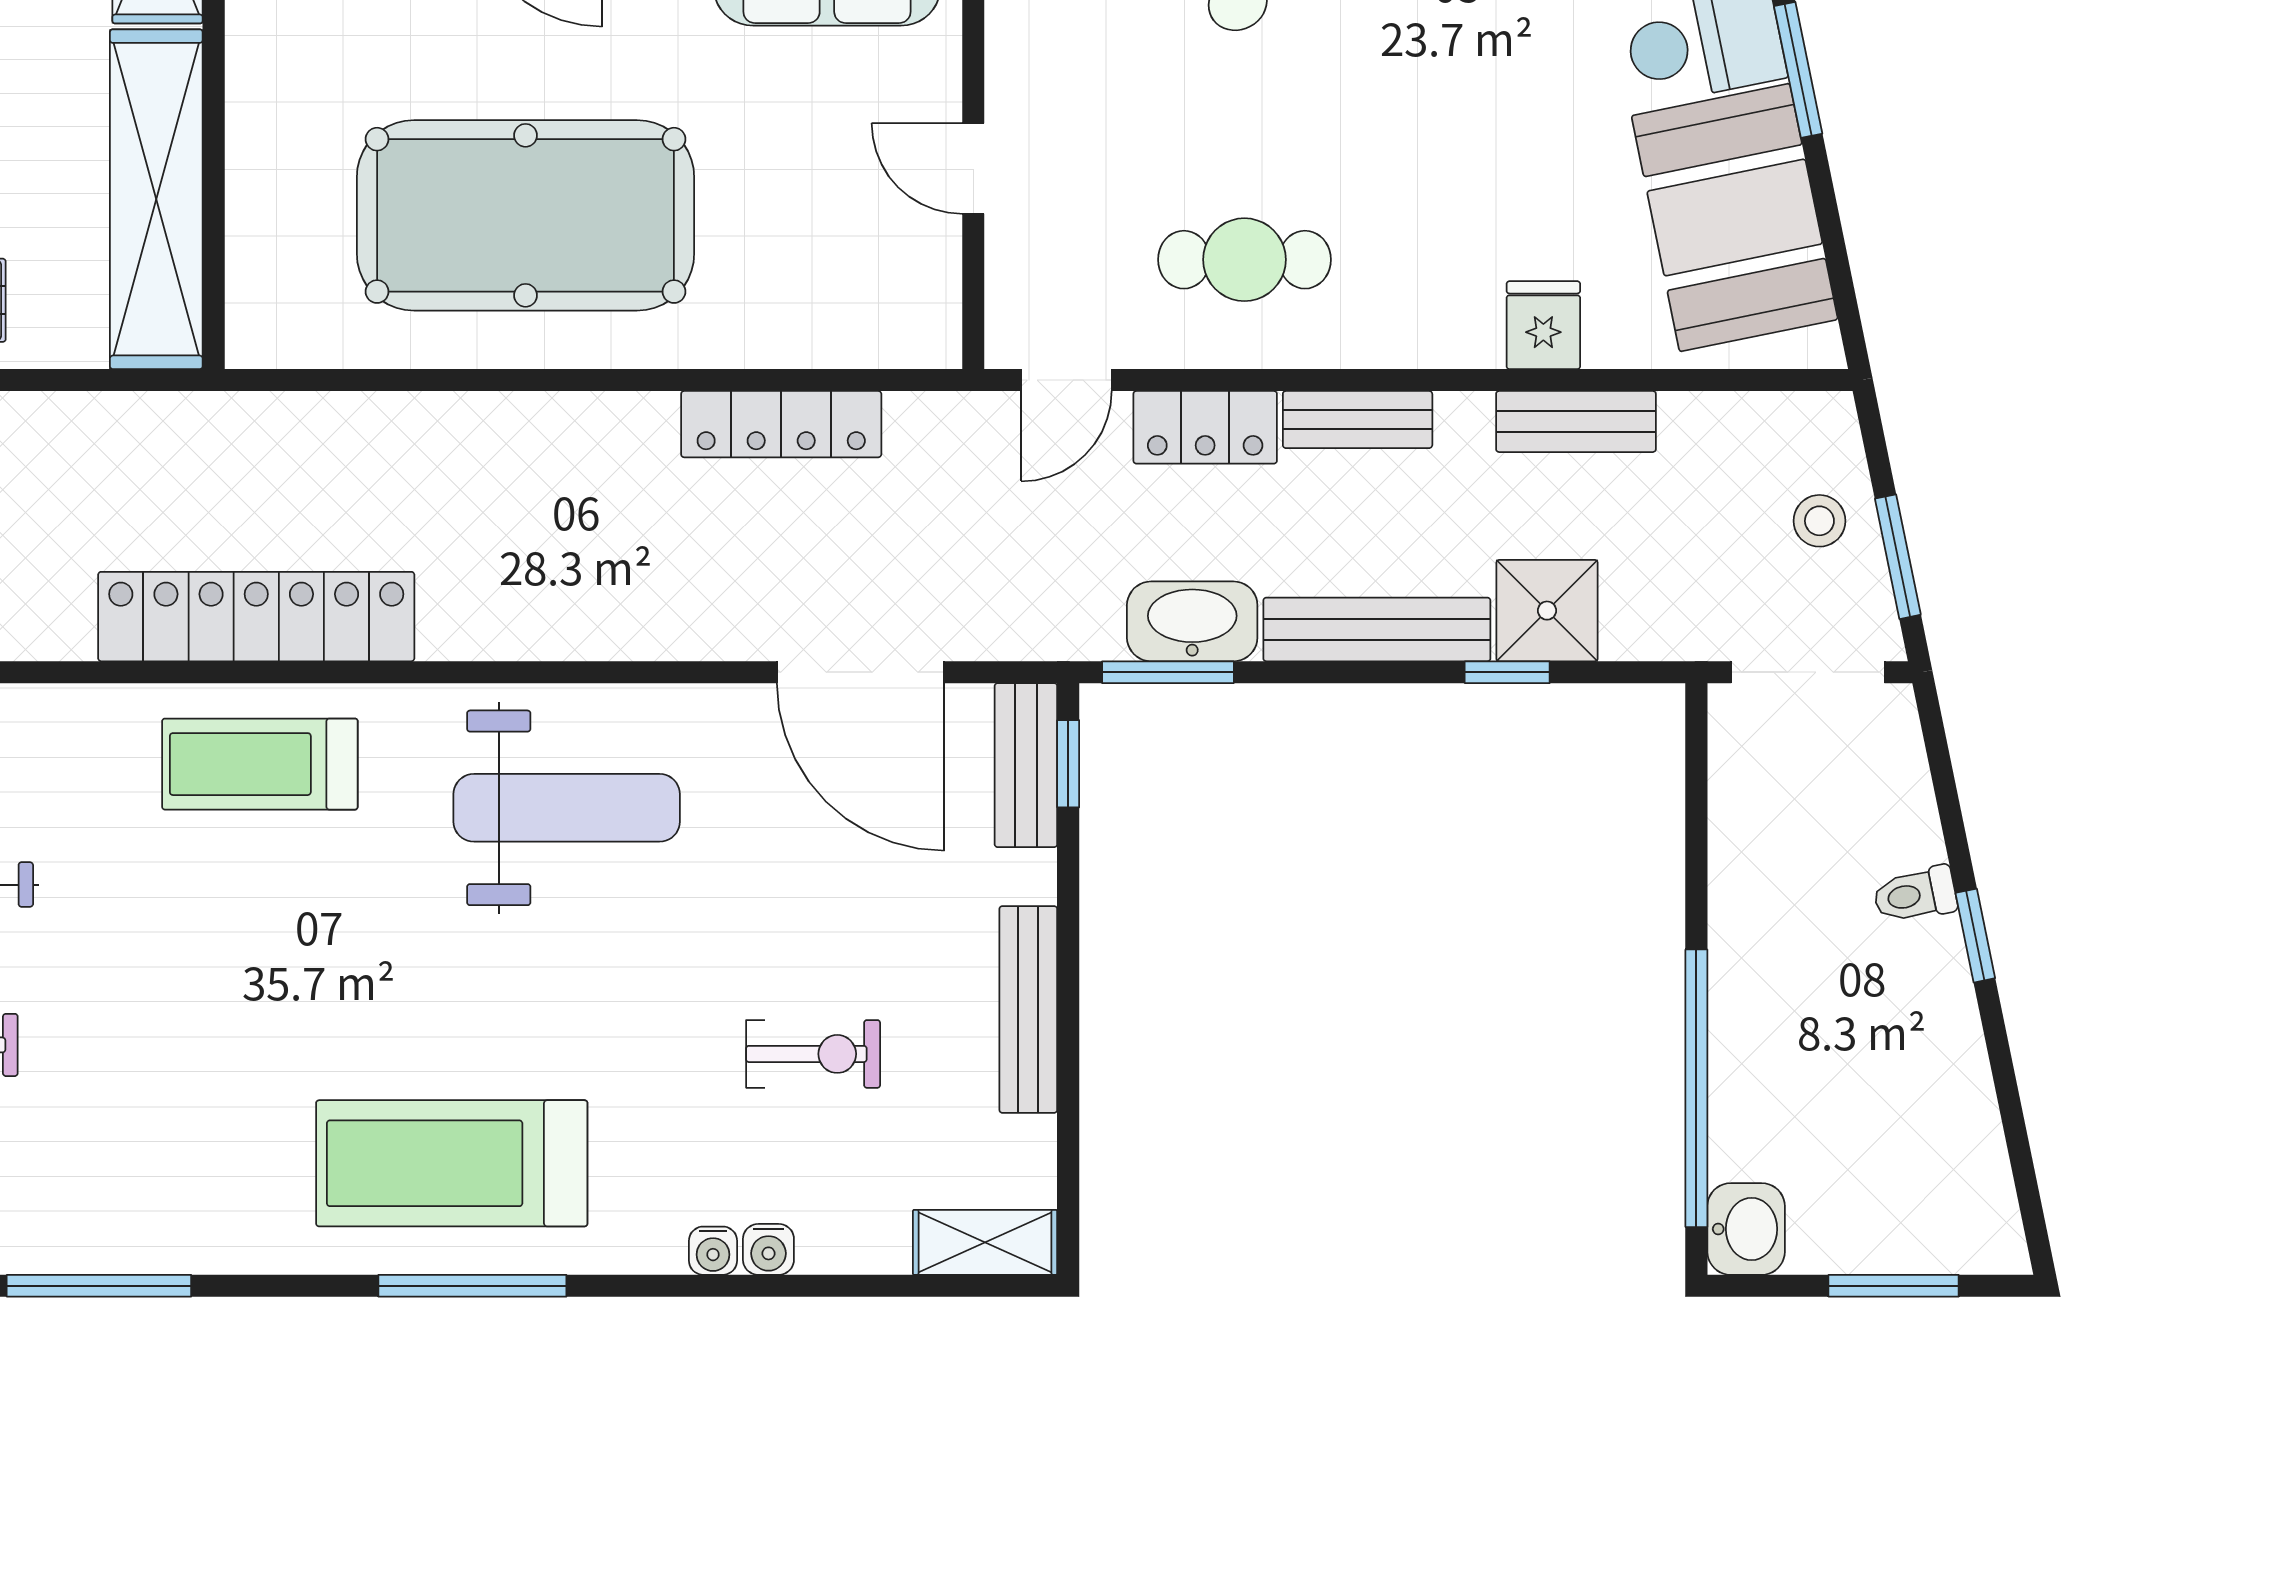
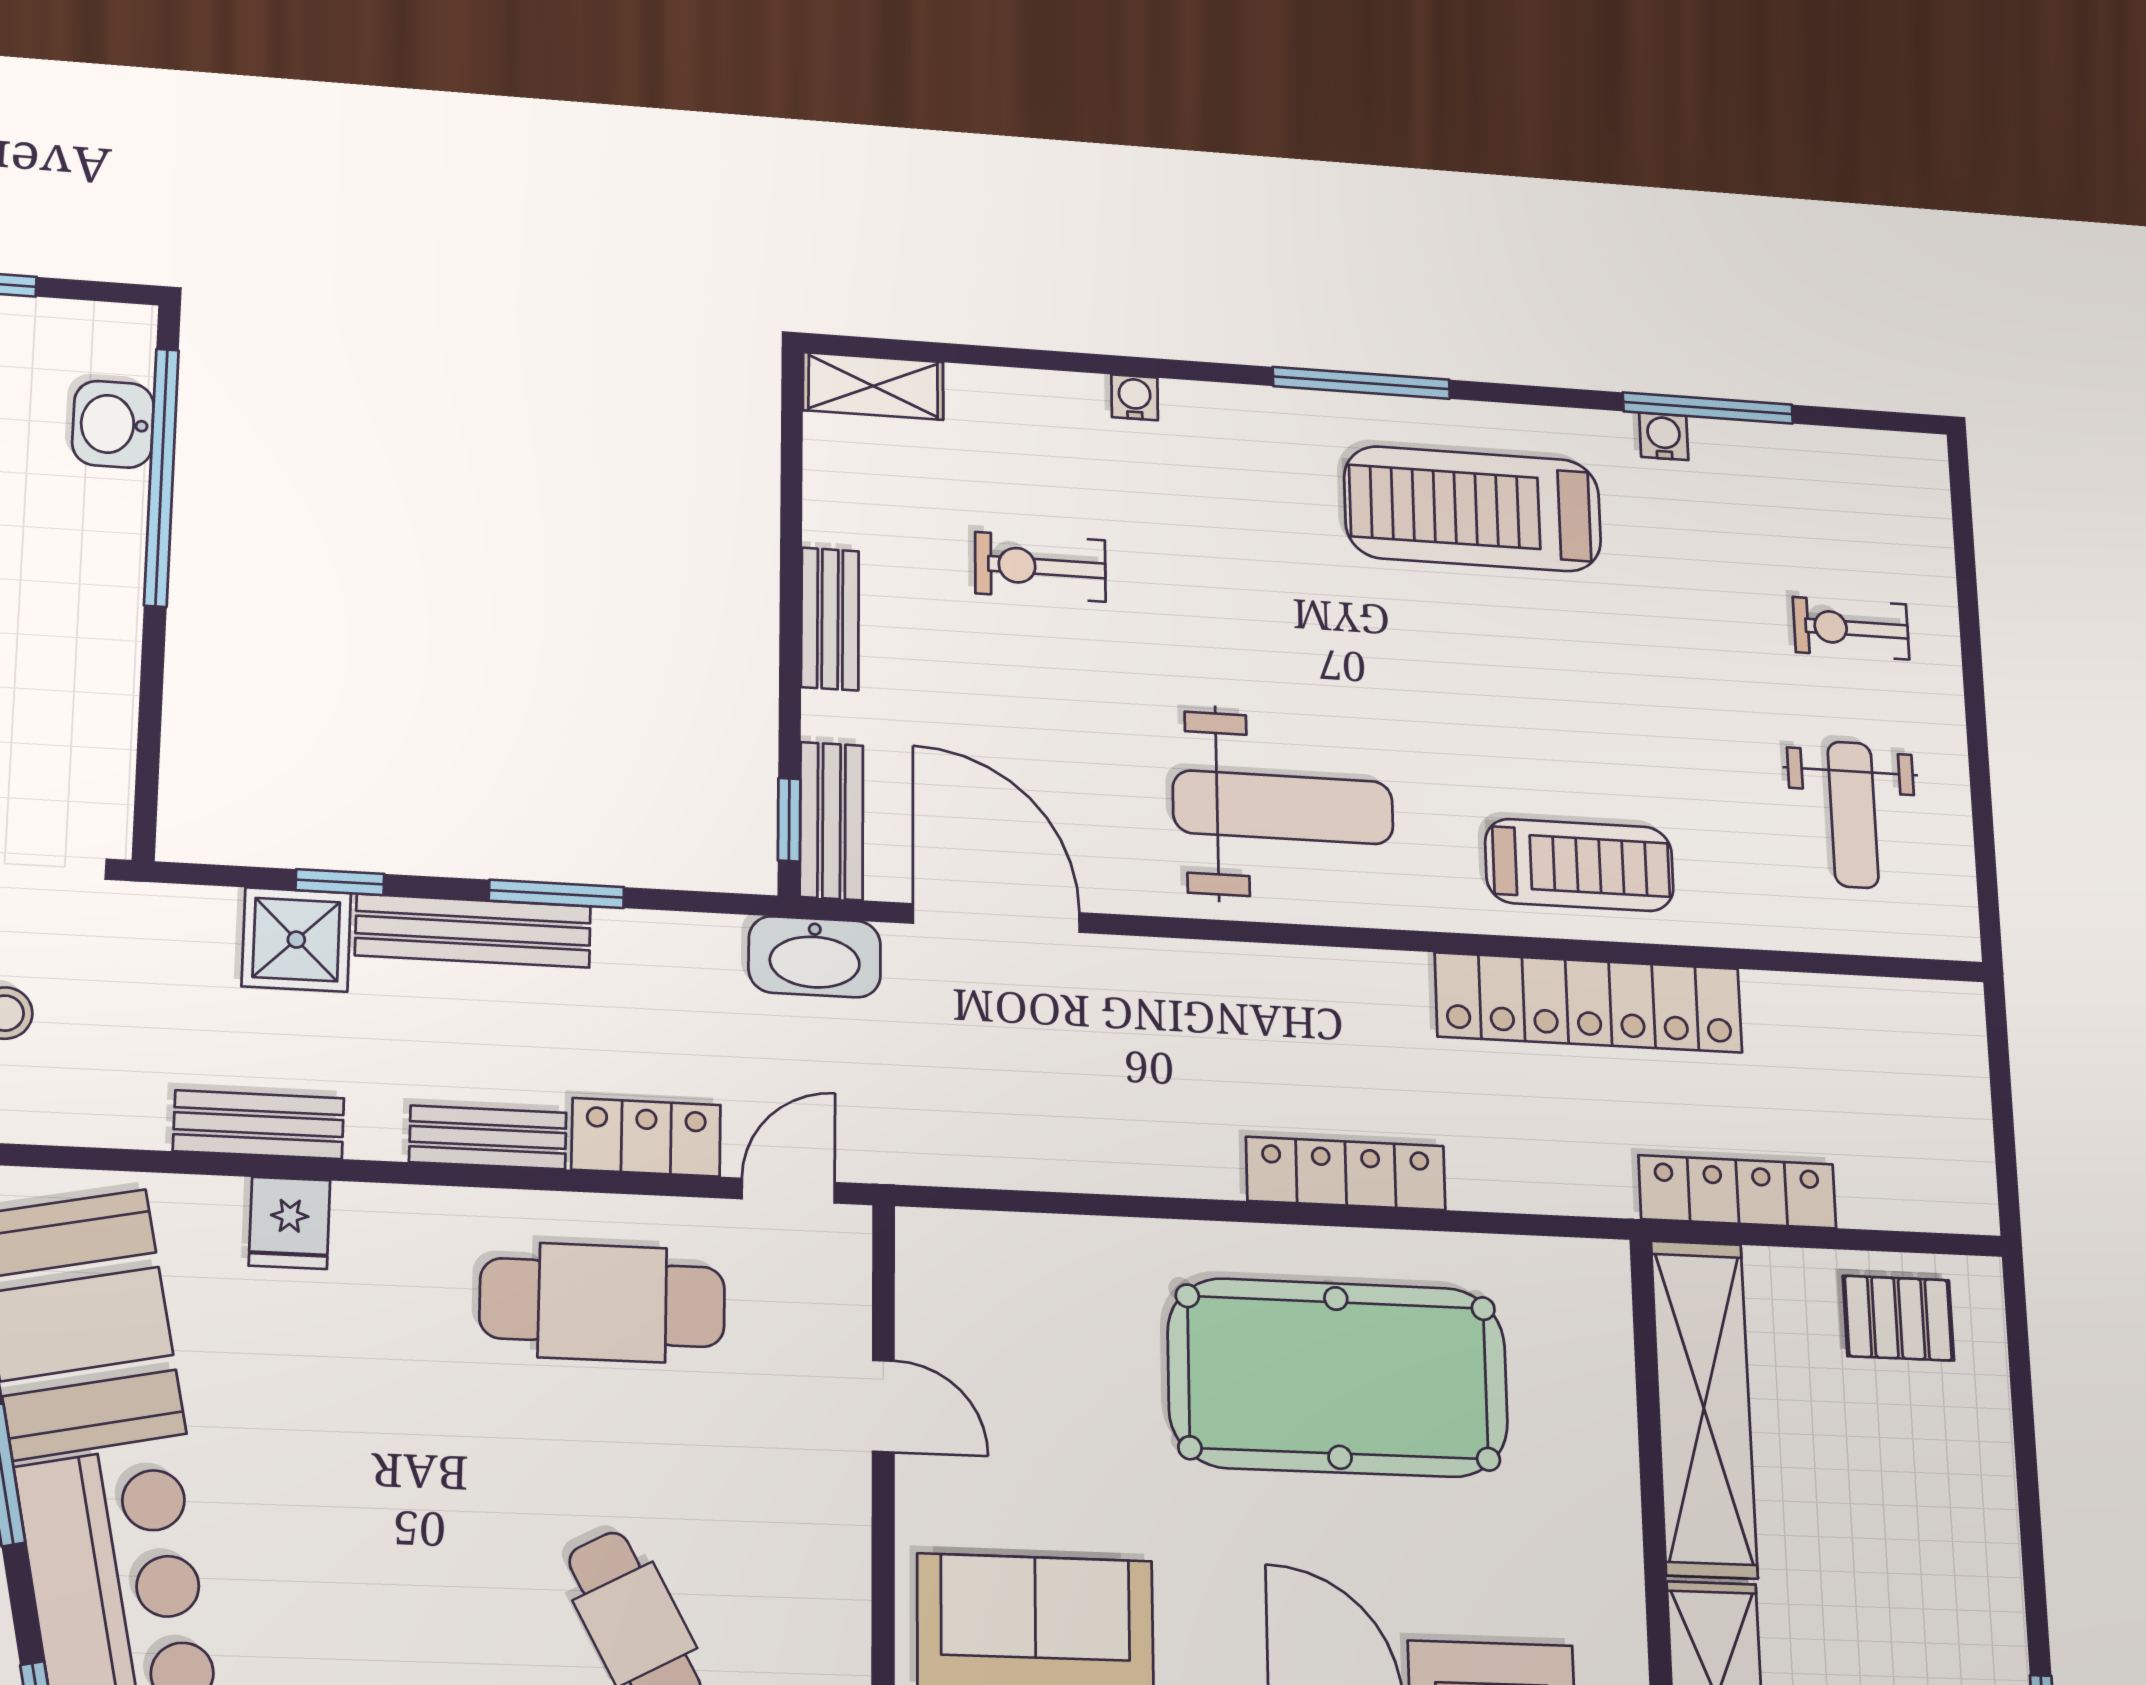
cafe table: (1244, 260) -> (602, 1303), width x1.37, depth x1.35
locker: (111, 424) -> (1737, 1192), added
locker: (781, 424) -> (1346, 1173), moved
washbasin: (1192, 621) -> (815, 957), moved
window: (1168, 672) -> (557, 894), moved
weight bench: (567, 808) -> (1283, 807), turned 180
bench: (1028, 1009) -> (830, 619), width x0.73
treadmill: (452, 1163) -> (1473, 509), moved, turned 180
washbasin: (1746, 1229) -> (113, 424), moved
water cooler: (768, 1249) -> (1664, 436), moved

